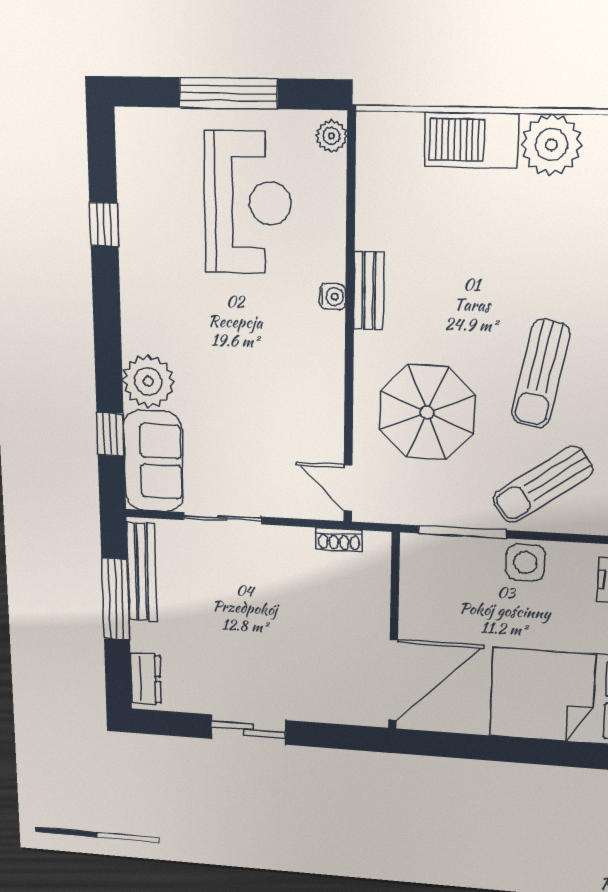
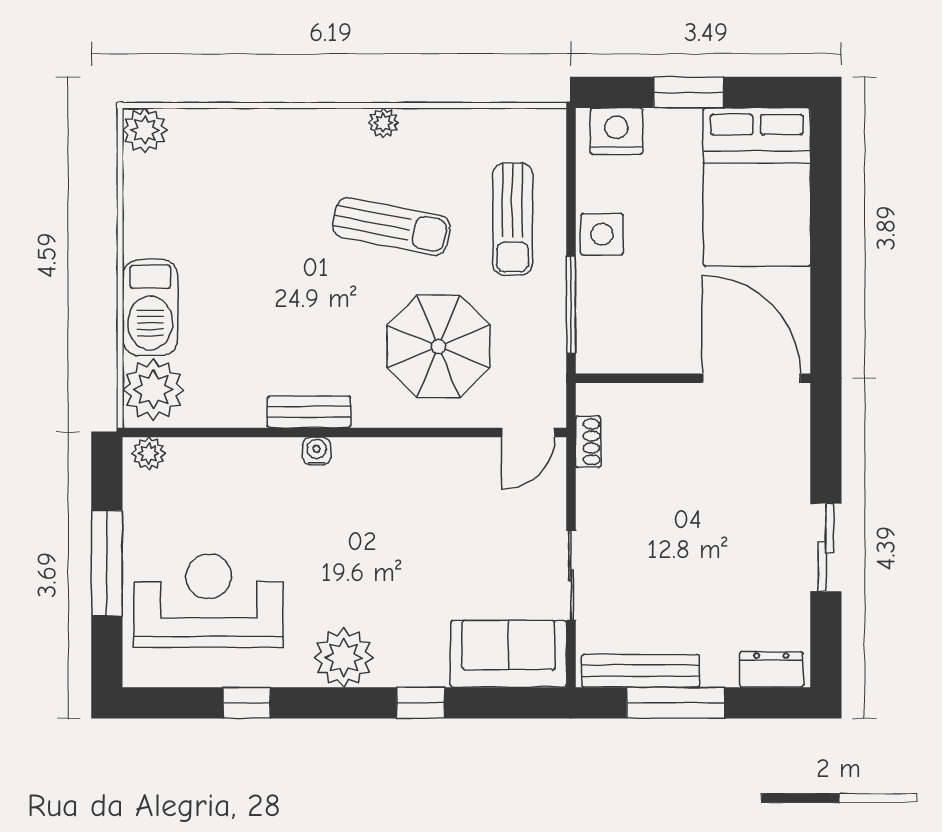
plant: (551, 145) -> (153, 390), moved
reception desk: (248, 203) -> (209, 601), moved
plant: (148, 381) -> (344, 658), moved
window: (111, 434) -> (421, 703), moved
sun lounger: (543, 484) -> (513, 219), turned 36

